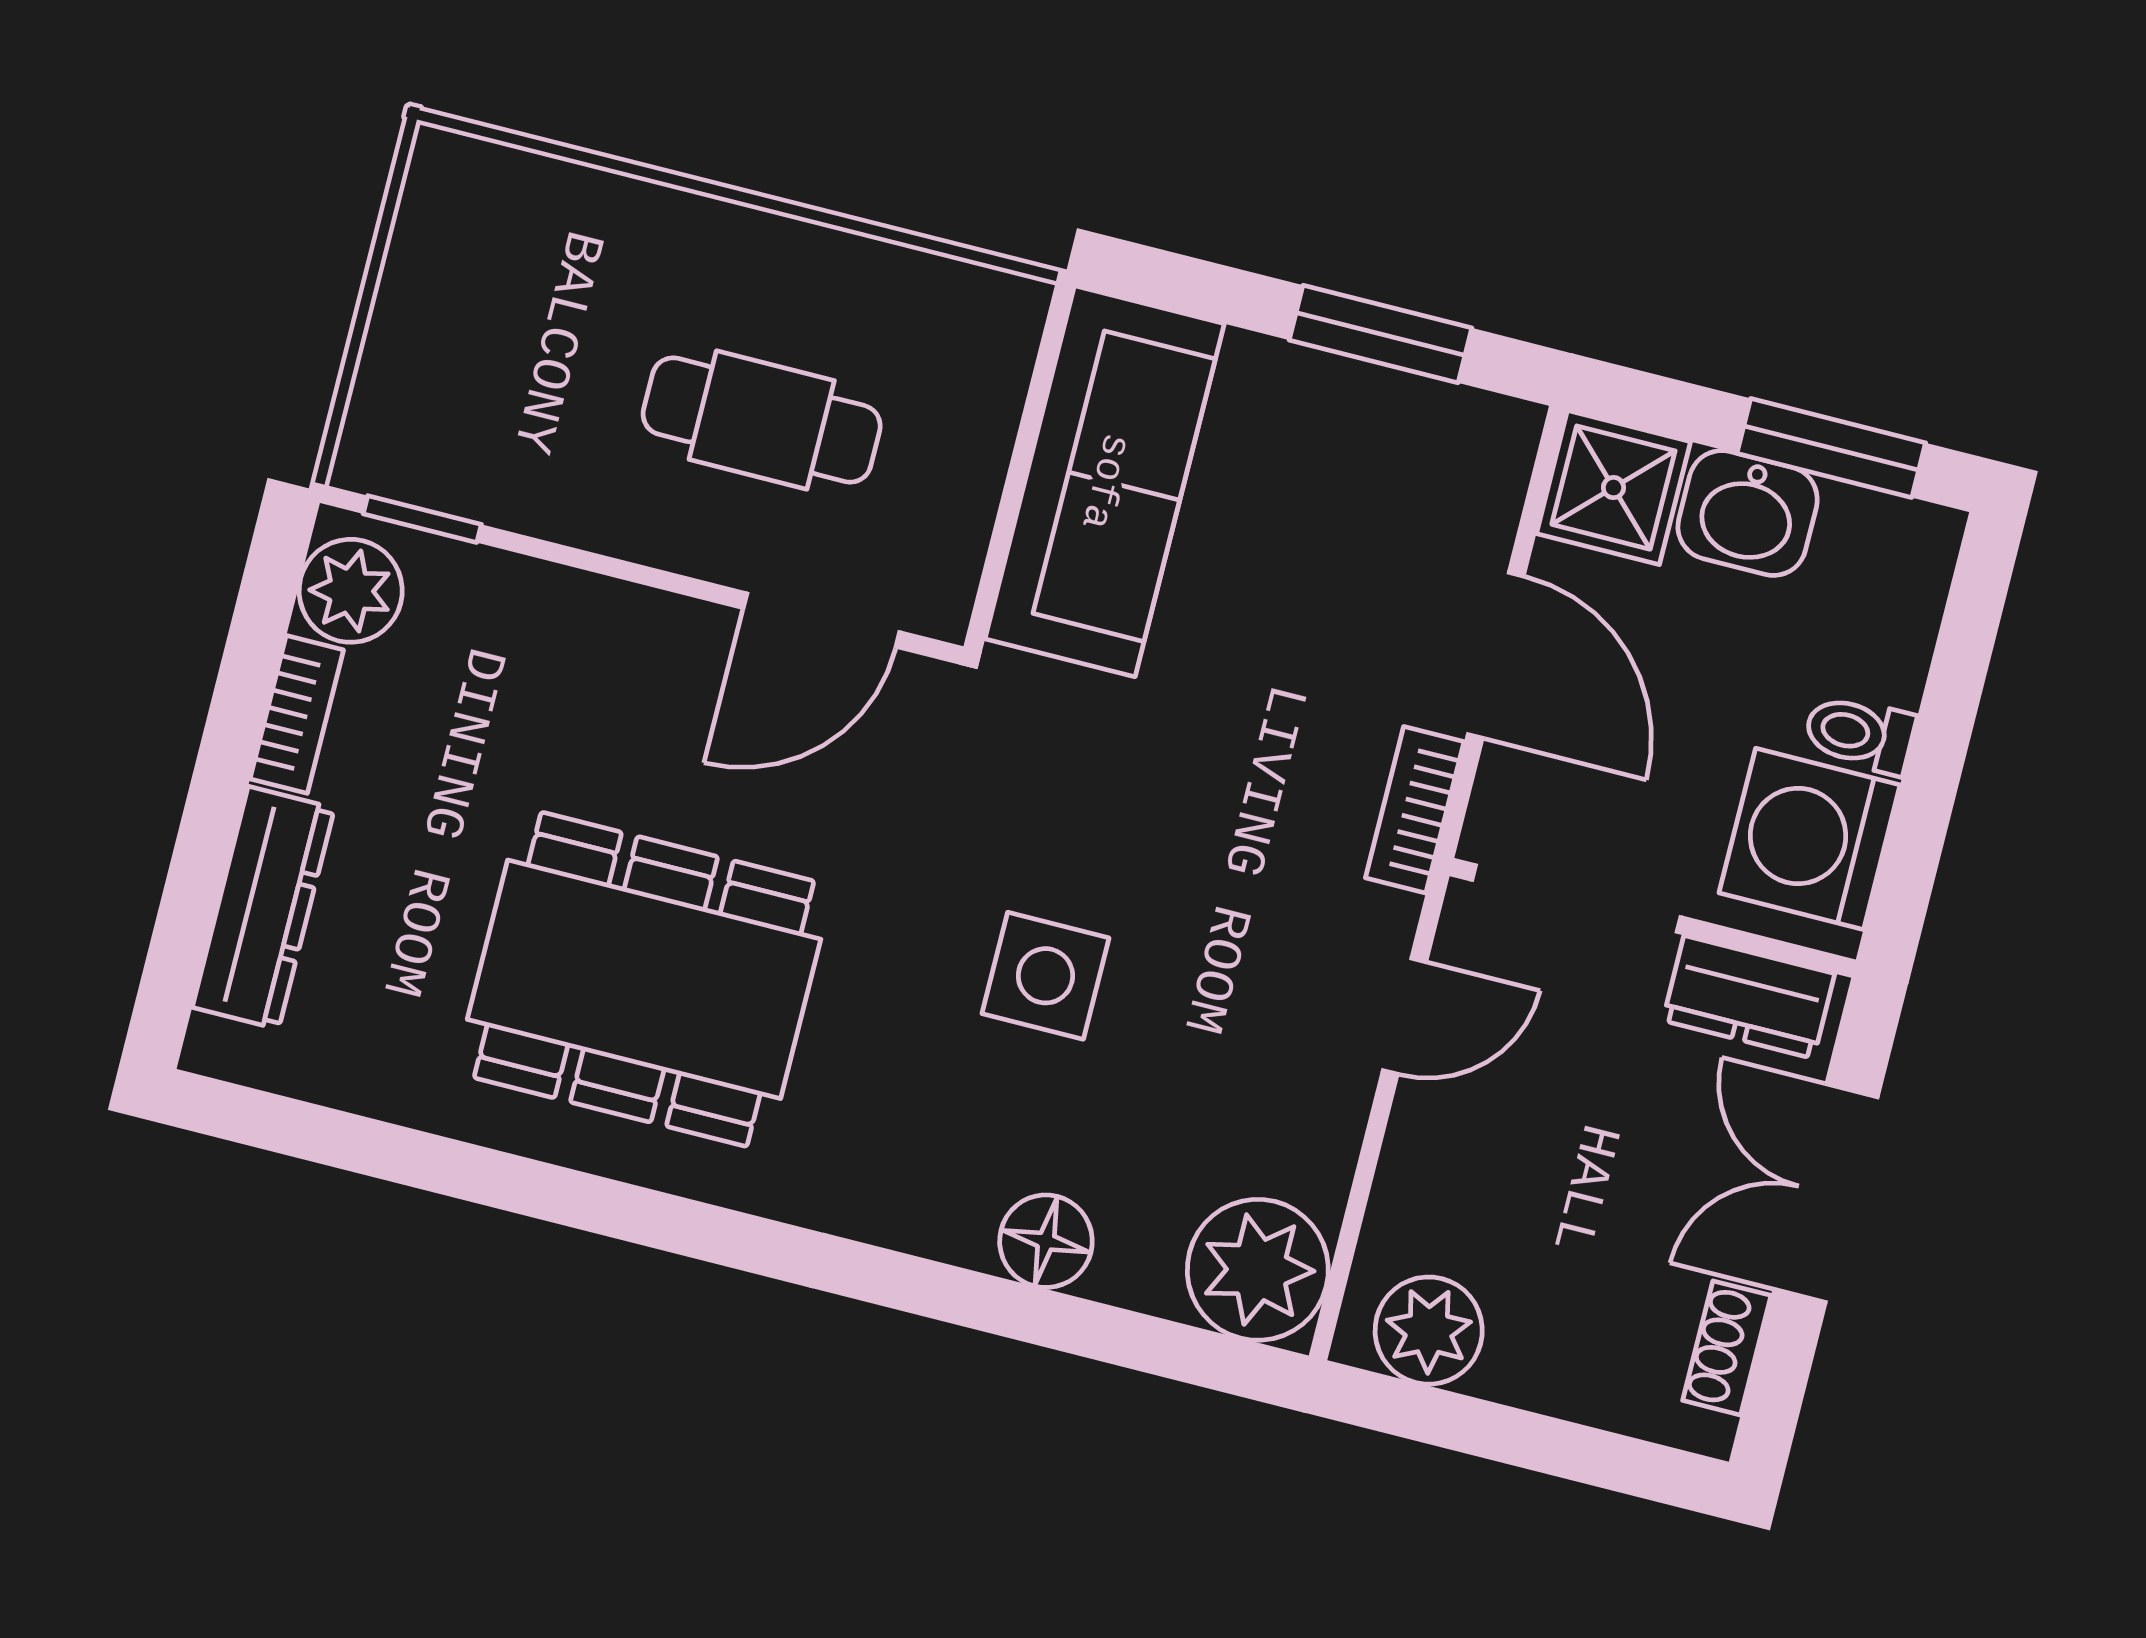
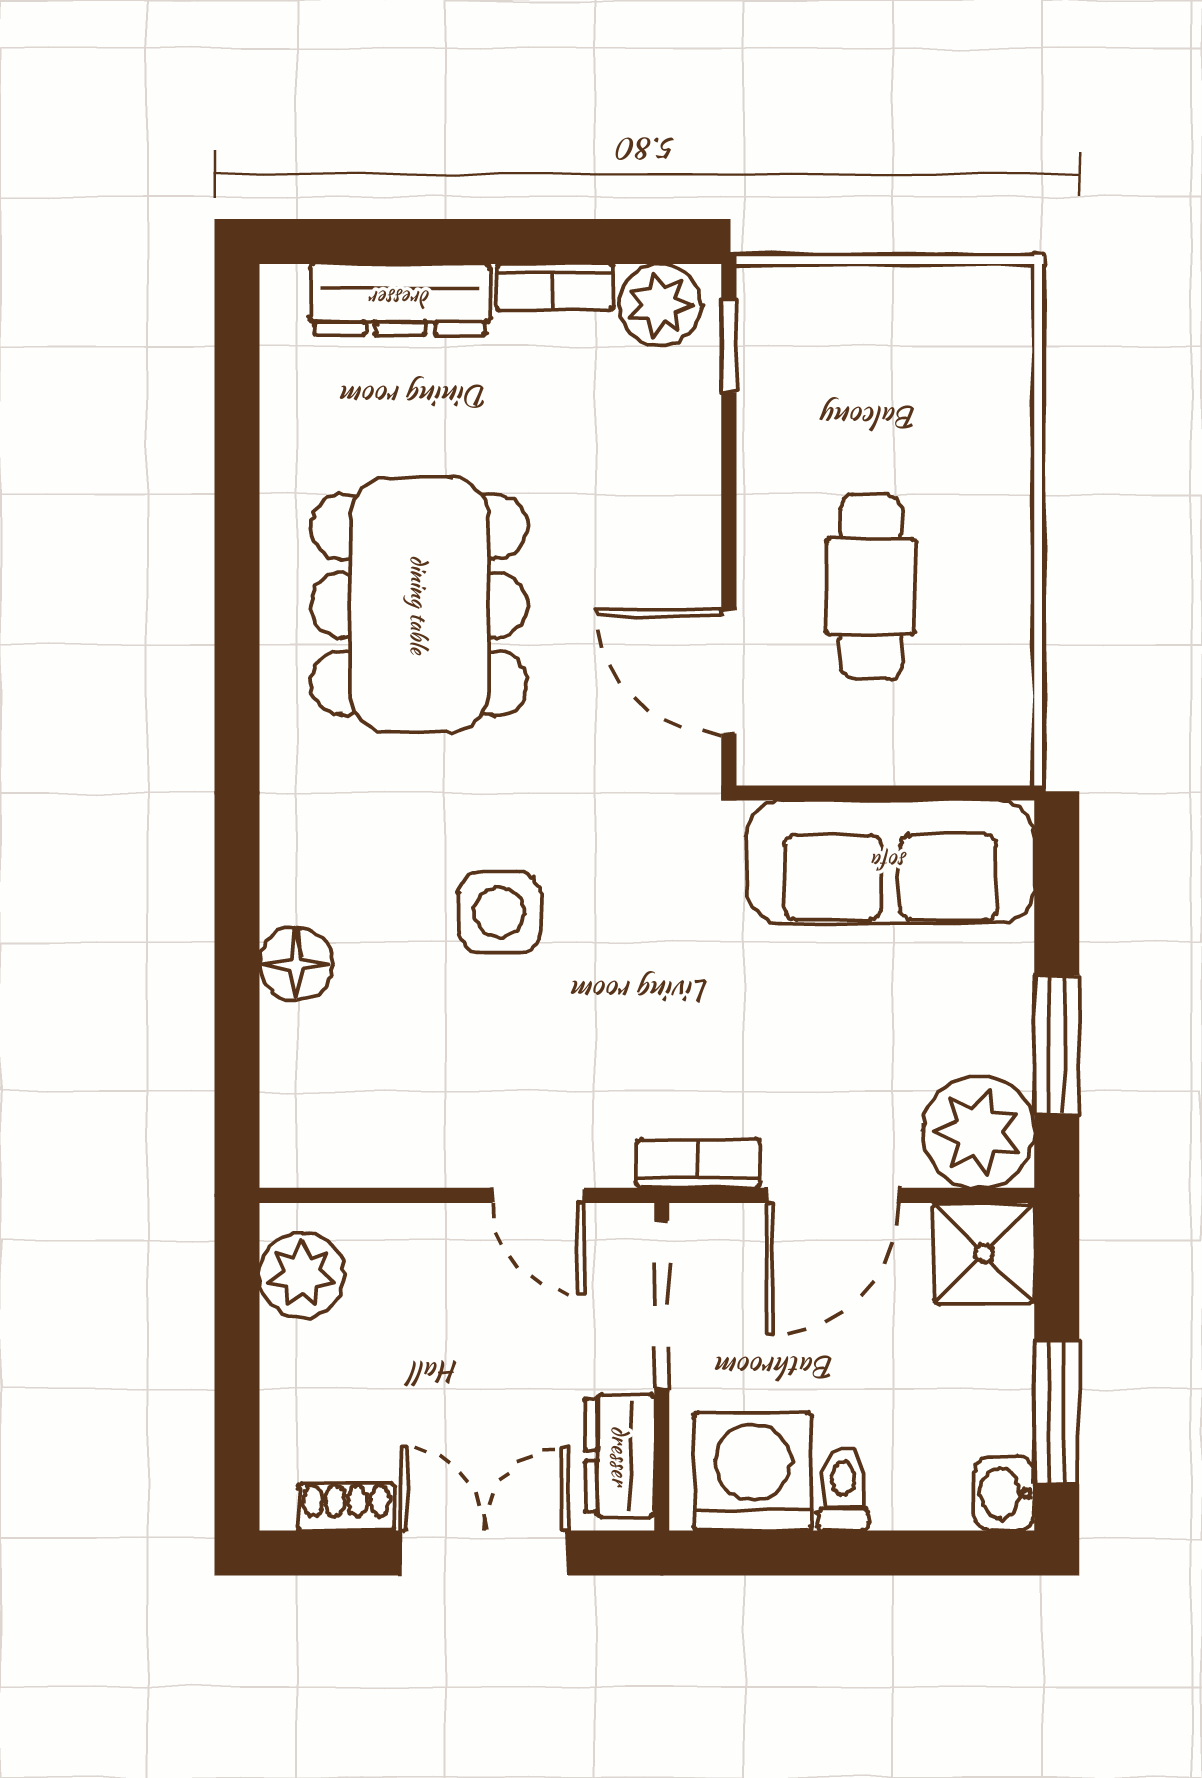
washbasin: (1748, 513) -> (1004, 1493), moved, width x0.72, depth x0.69
plant: (1258, 1270) -> (979, 1132), moved

